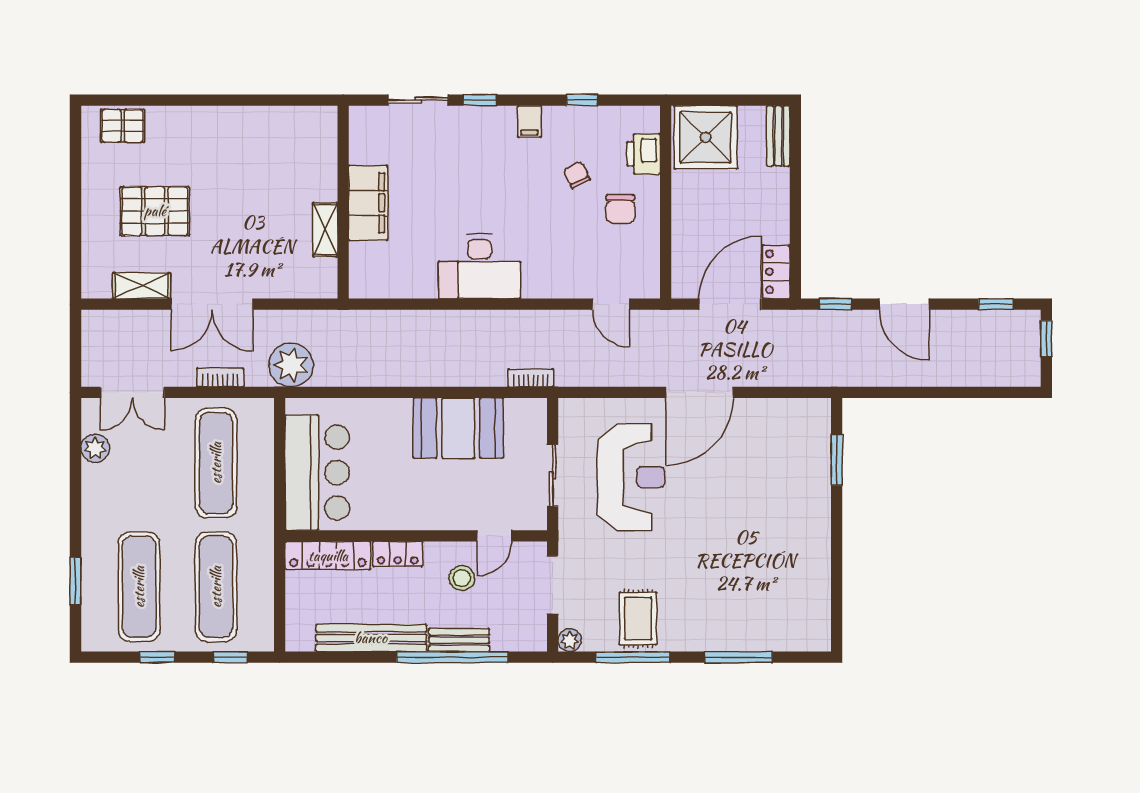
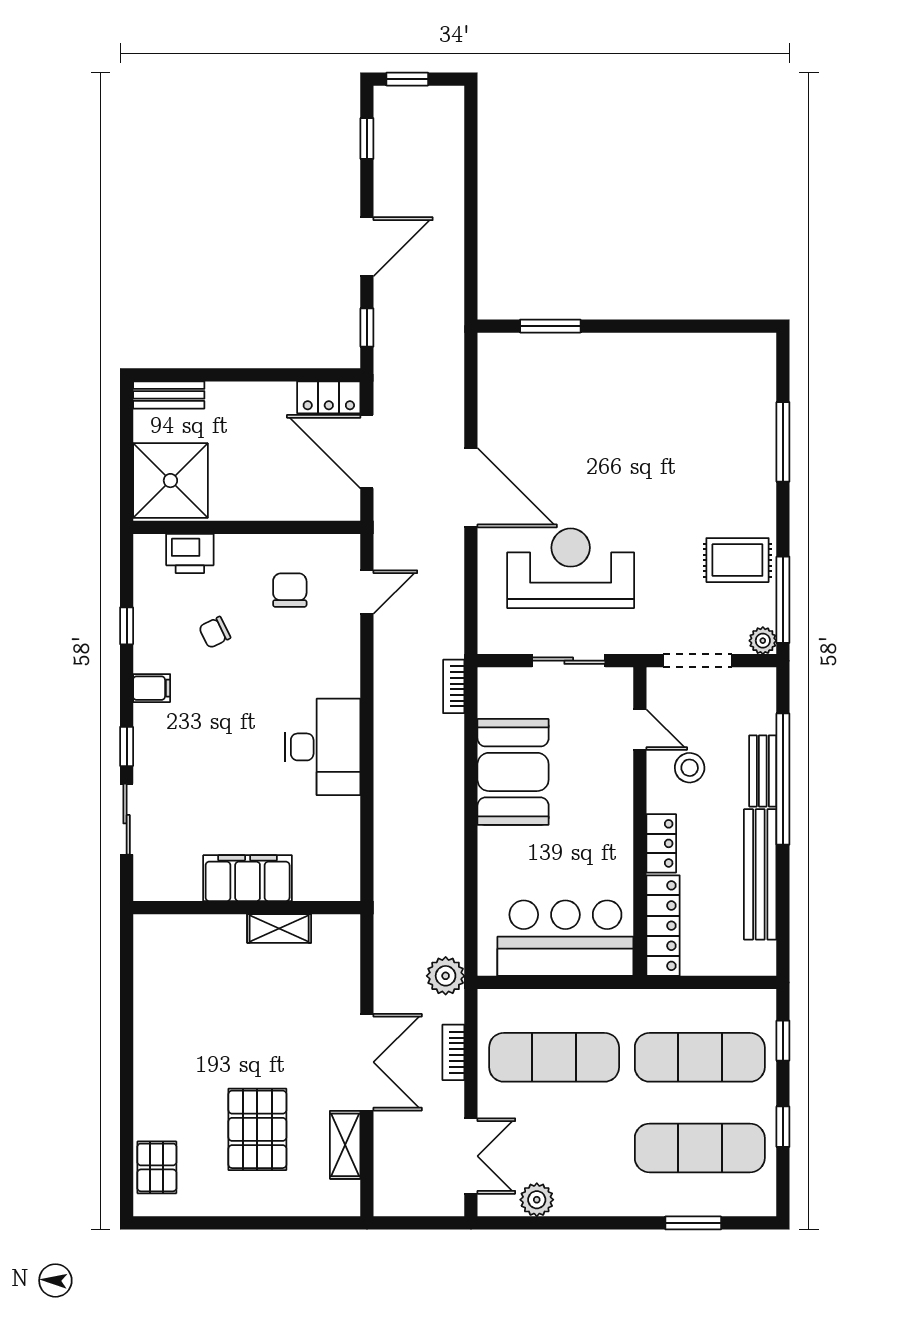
chair: (620, 209) -> (290, 590), moved, turned -90
plant: (291, 365) -> (446, 976), width x0.73, depth x0.73
window: (633, 657) -> (783, 600), moved

